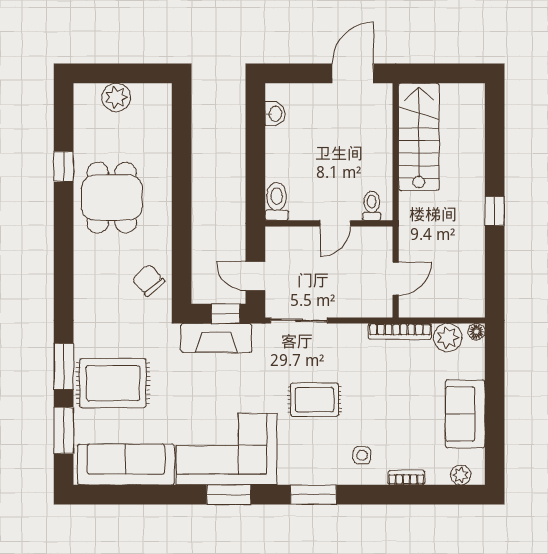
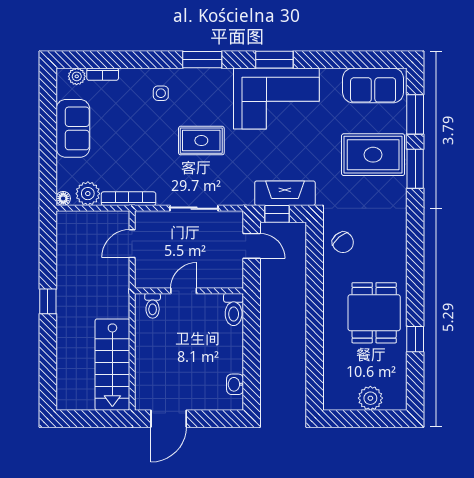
sliding door: (299, 320) -> (194, 208), moved
sofa: (126, 464) -> (373, 85), width x0.73
bookcase: (406, 478) -> (103, 74), moved

